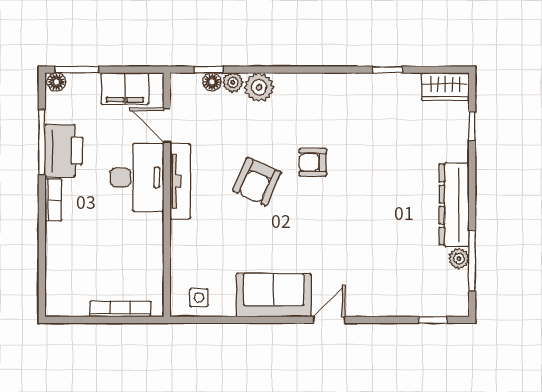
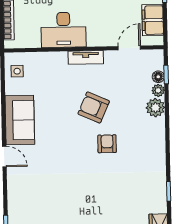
desk: (137, 178) -> (63, 30), moved
tv unit: (180, 181) -> (86, 57), width x0.71

